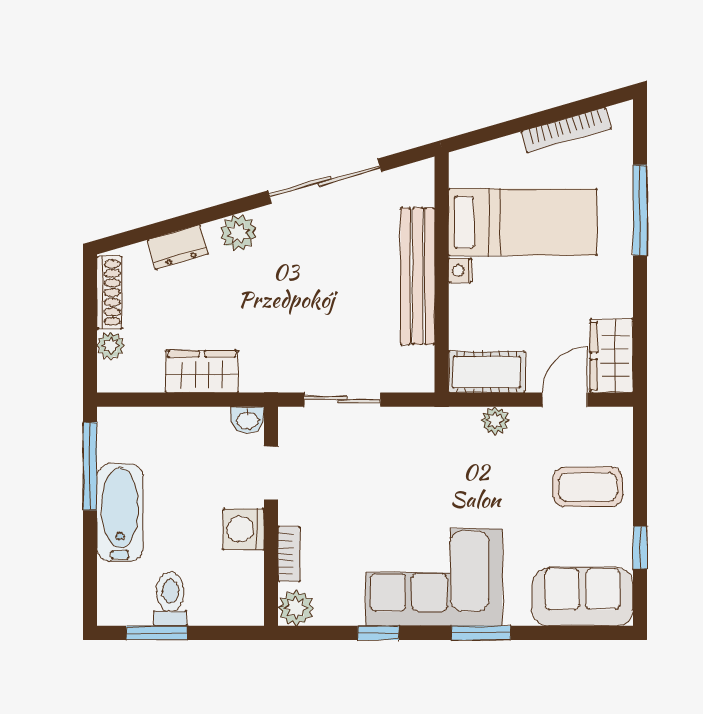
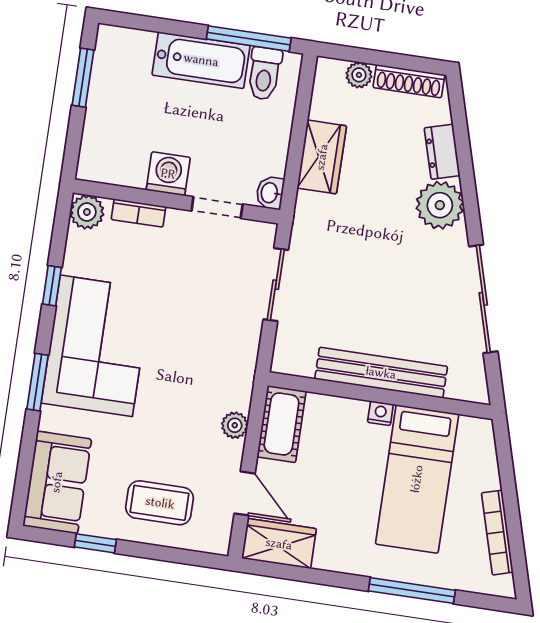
plant: (238, 233) -> (440, 205), width x1.36, depth x1.36
coffee table: (588, 487) -> (160, 503), turned 90
toilet: (170, 599) -> (264, 74), moved, turned 90

